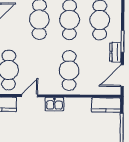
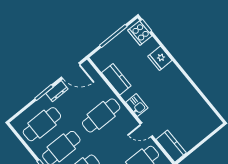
kitchen counter: (106, 105) -> (116, 79), moved

